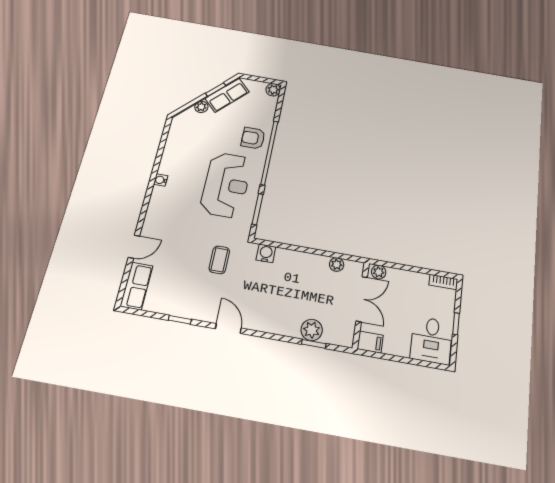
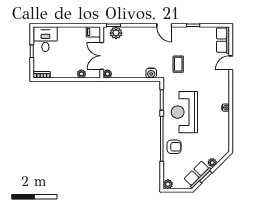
double door: (362, 299) -> (102, 56), moved
wall: (361, 305) -> (102, 52), moved
filing cabinet: (370, 342) -> (93, 32), moved

